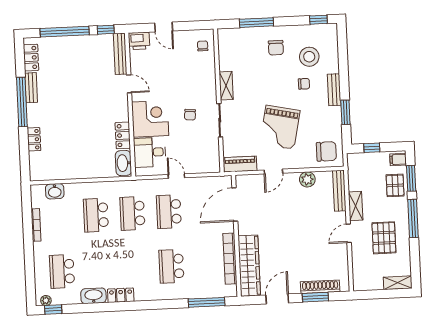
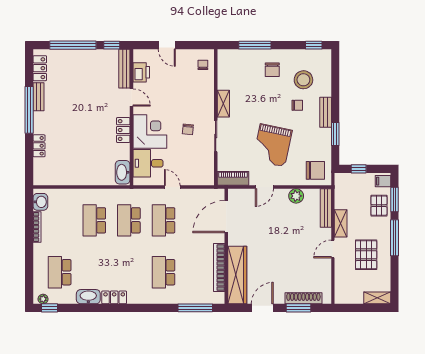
printer: (139, 41) -> (141, 72), moved, turned -90
locker: (123, 135) -> (123, 130), moved
washbasin: (55, 191) -> (40, 202), moved, turned -90

